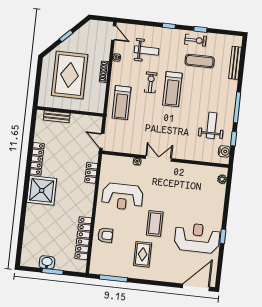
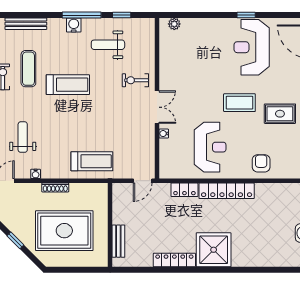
exercise bike: (151, 82) -> (135, 80), moved
treadmill: (172, 89) -> (68, 85), moved
water cooler: (224, 151) -> (74, 25), moved
double door: (158, 158) -> (157, 107), swing flipped
locker: (83, 238) -> (227, 191), moved

